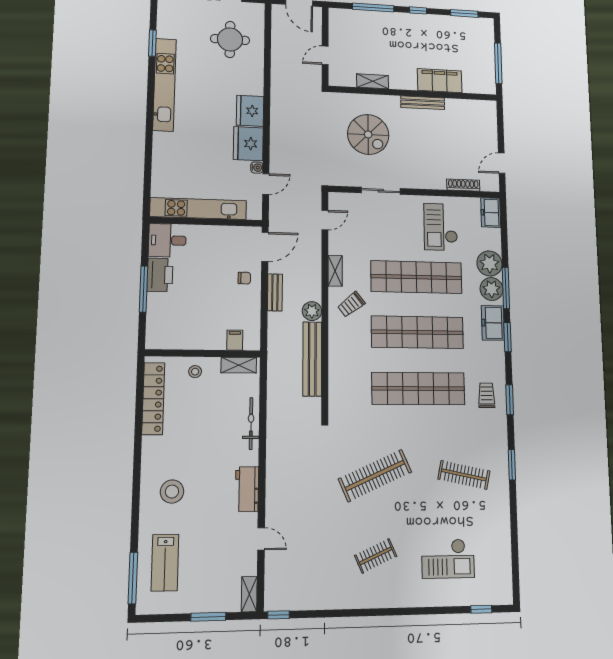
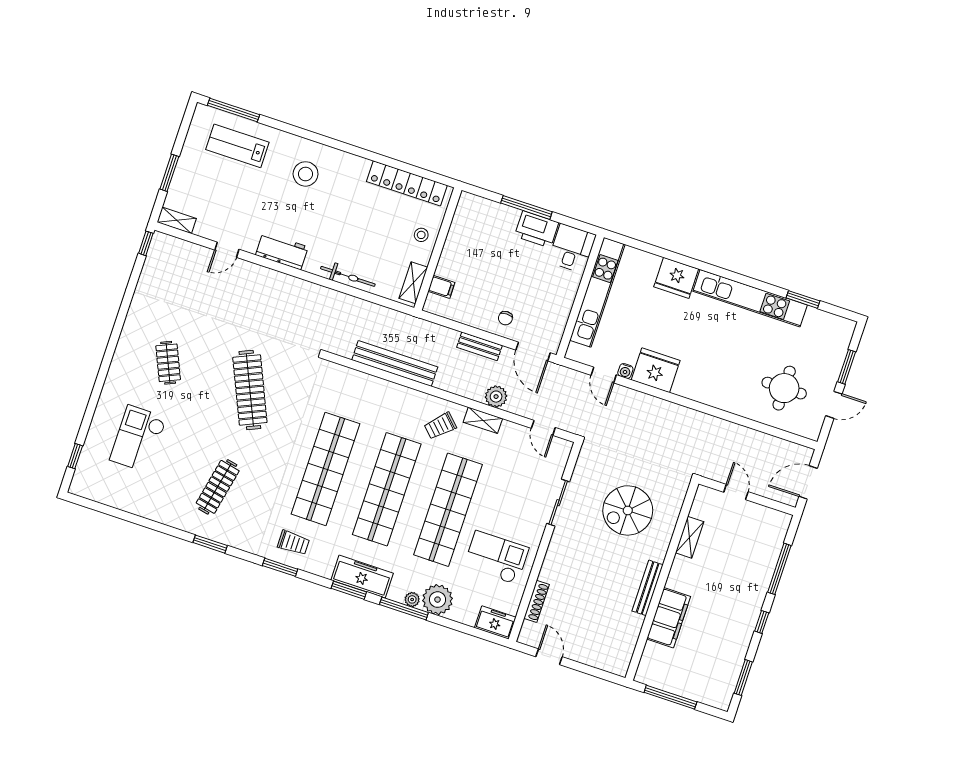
fridge: (250, 111) -> (676, 278), moved, turned 180
plant: (492, 289) -> (412, 599), width x0.53, depth x0.53
trolley: (351, 304) -> (440, 426), turned -97
plant: (312, 311) -> (496, 397), moved
freezer: (493, 323) -> (362, 577), width x1.40

